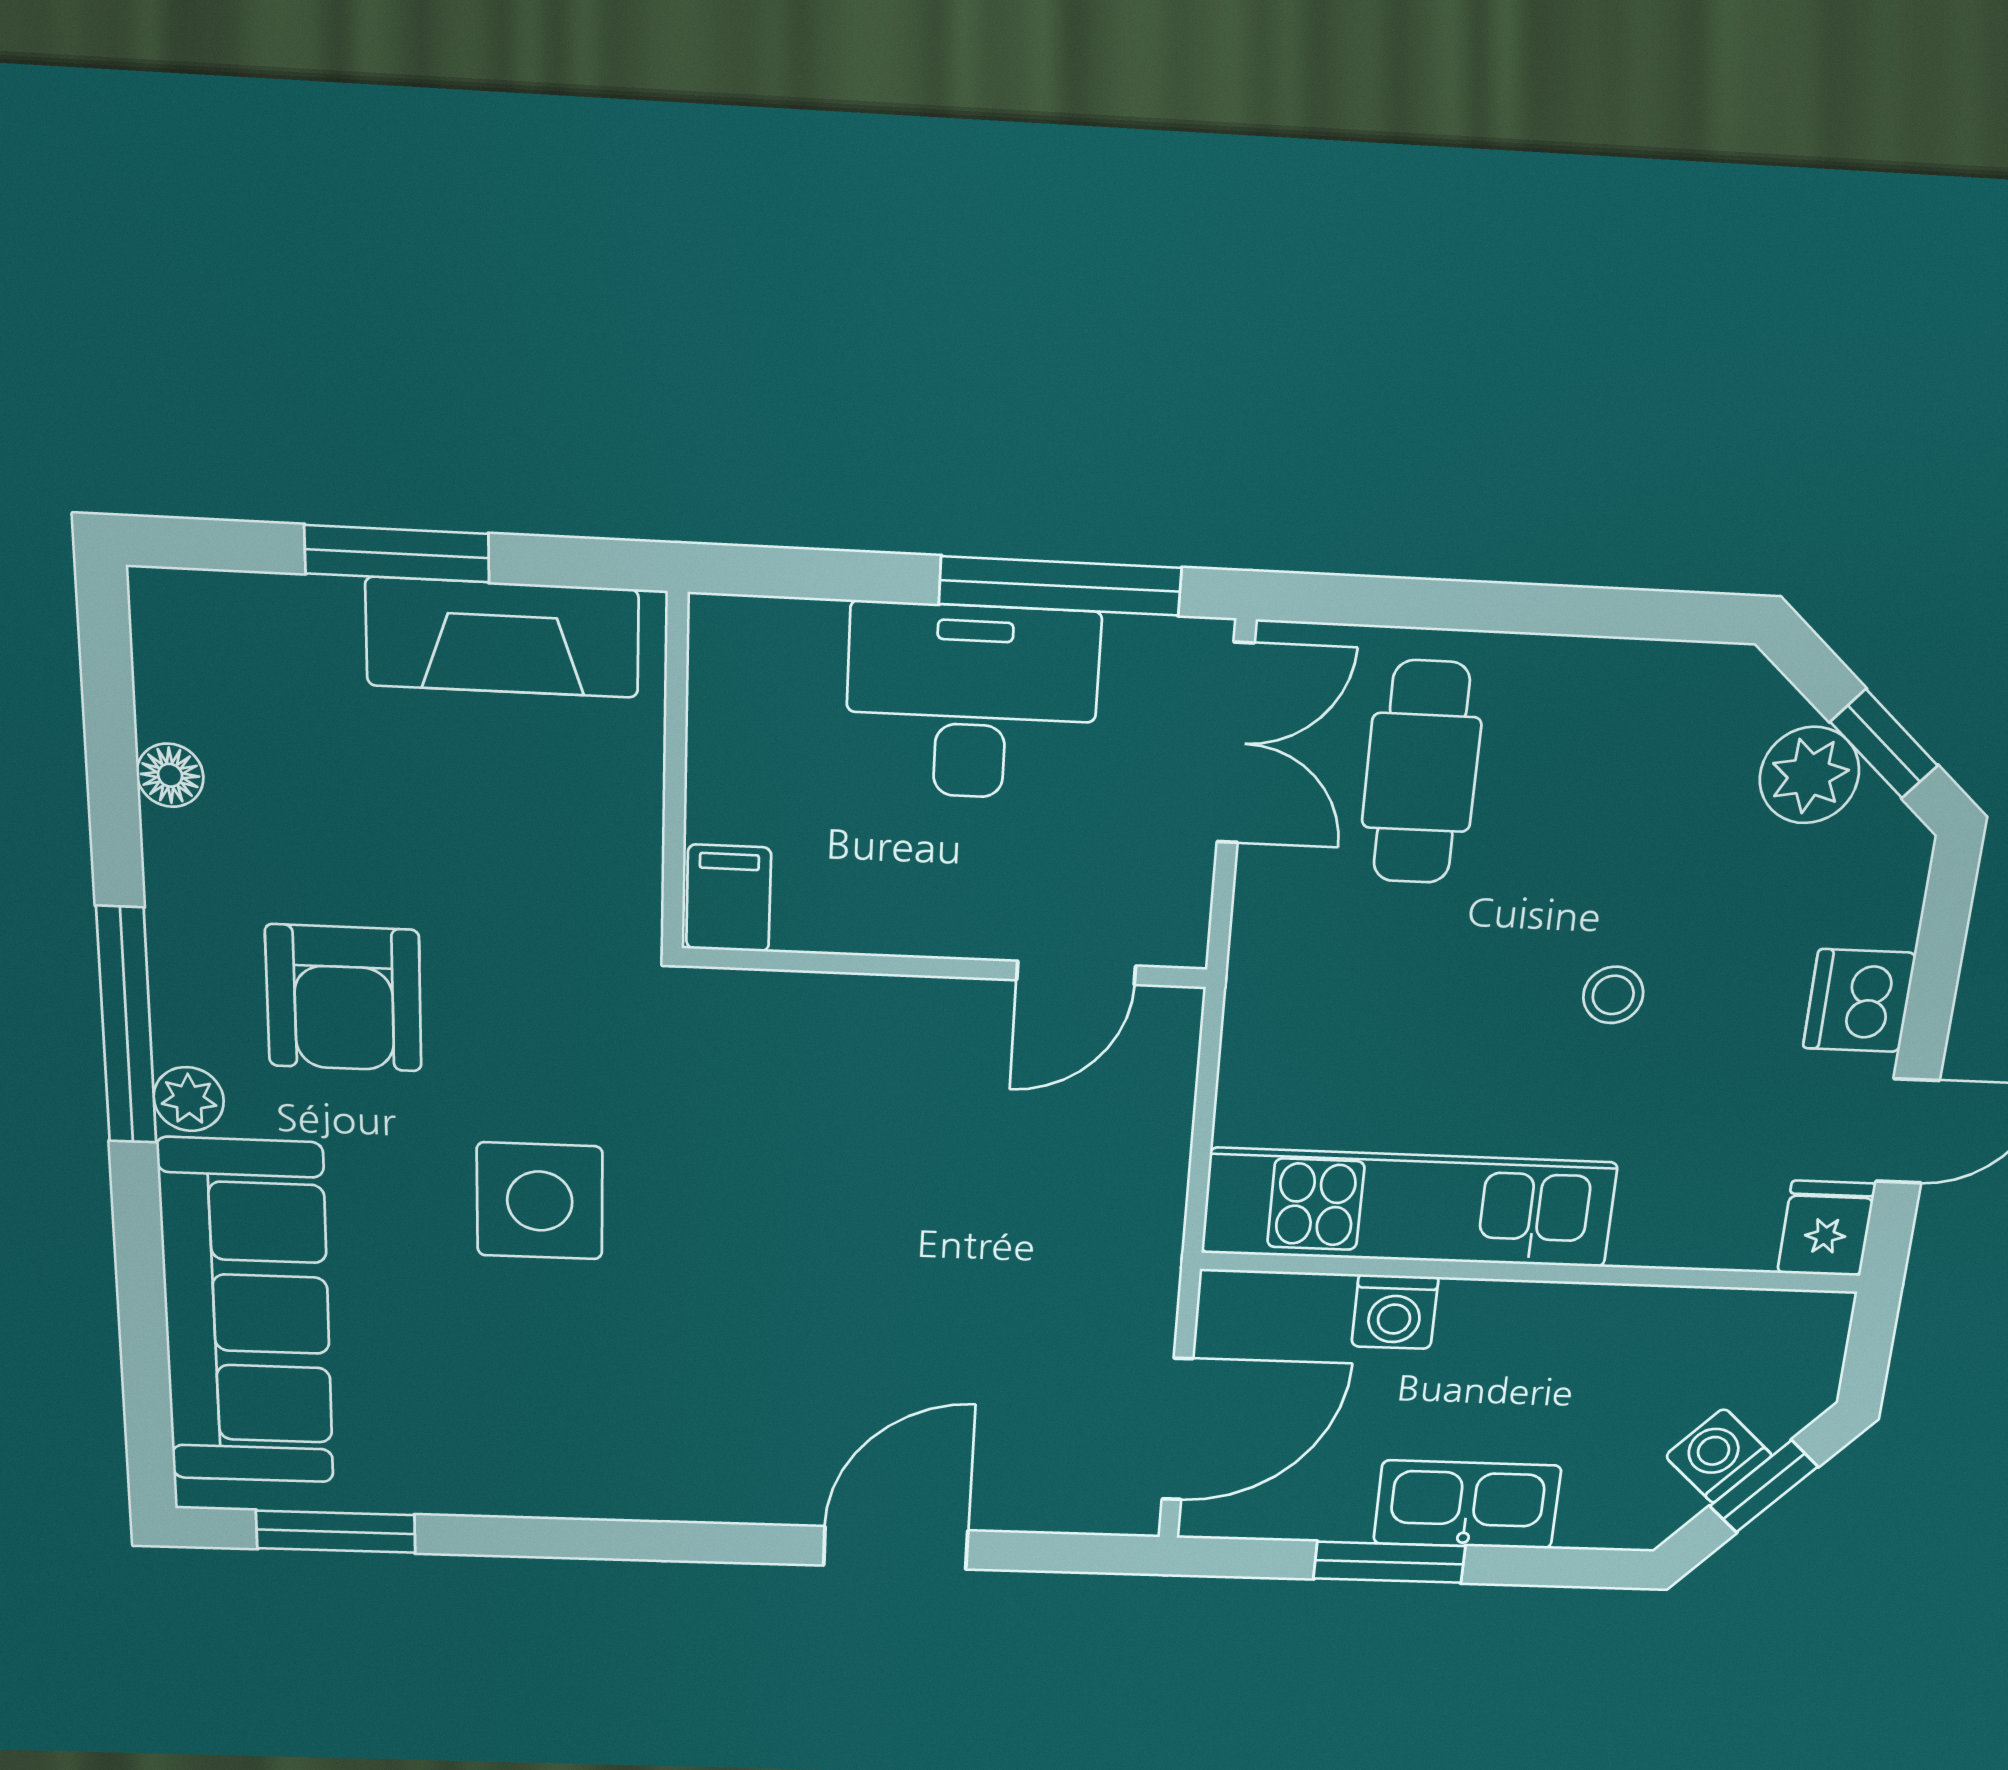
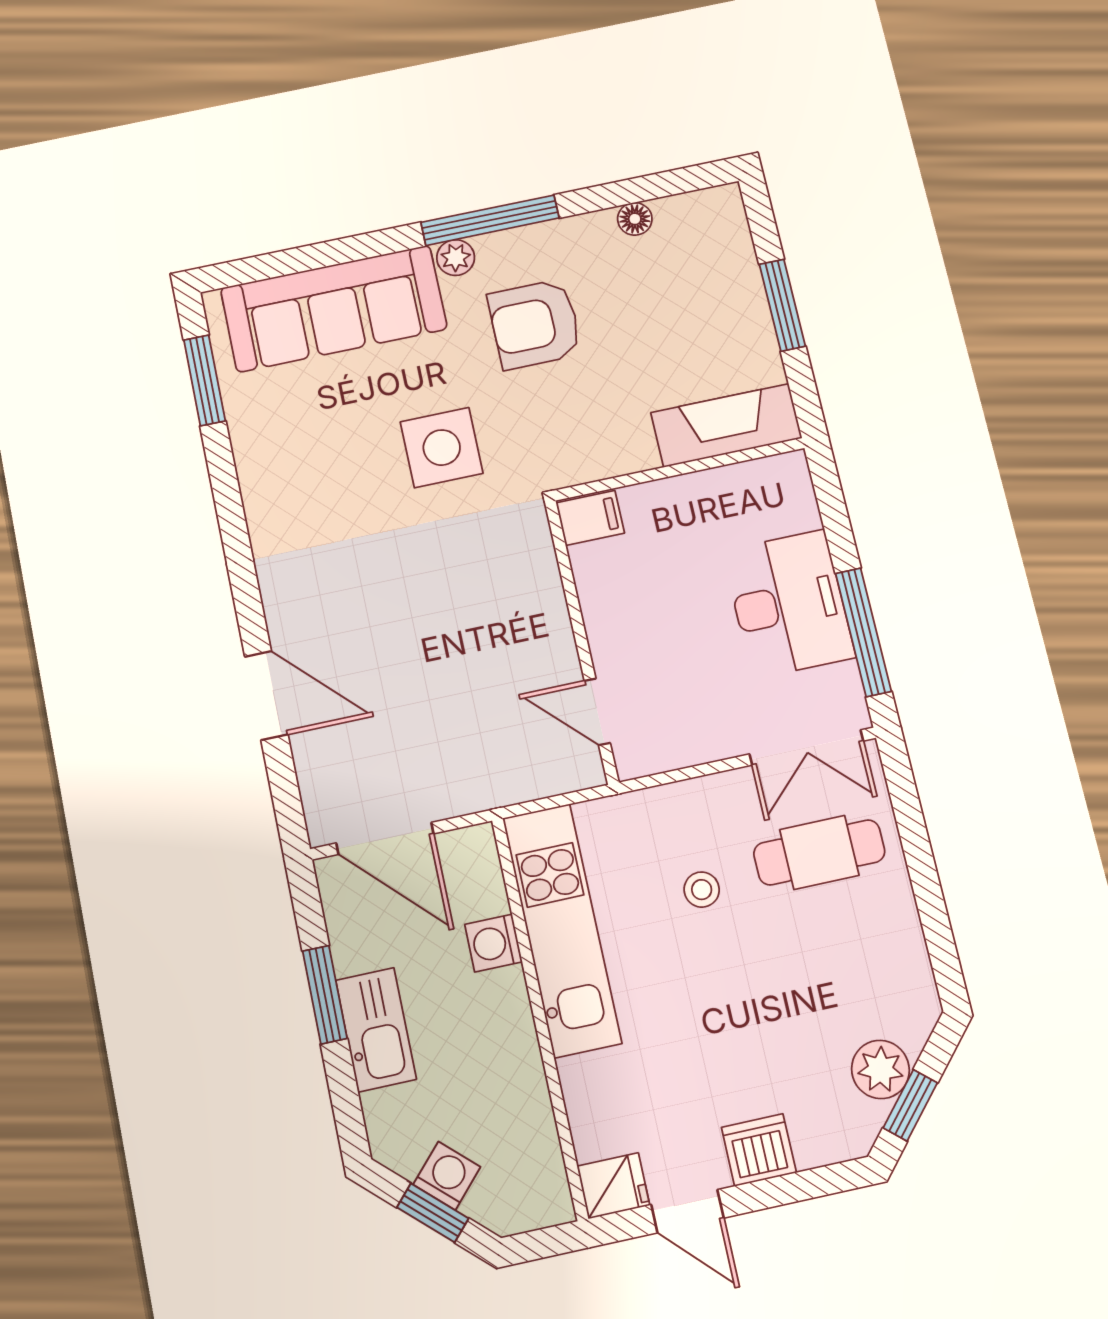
fireplace: (503, 637) -> (726, 425), moved, turned 90
filing cabinet: (729, 898) -> (590, 518), moved
wall: (945, 968) -> (581, 641), moved
door: (1076, 973) -> (597, 712), moved
stool: (1613, 995) -> (702, 890), moved

